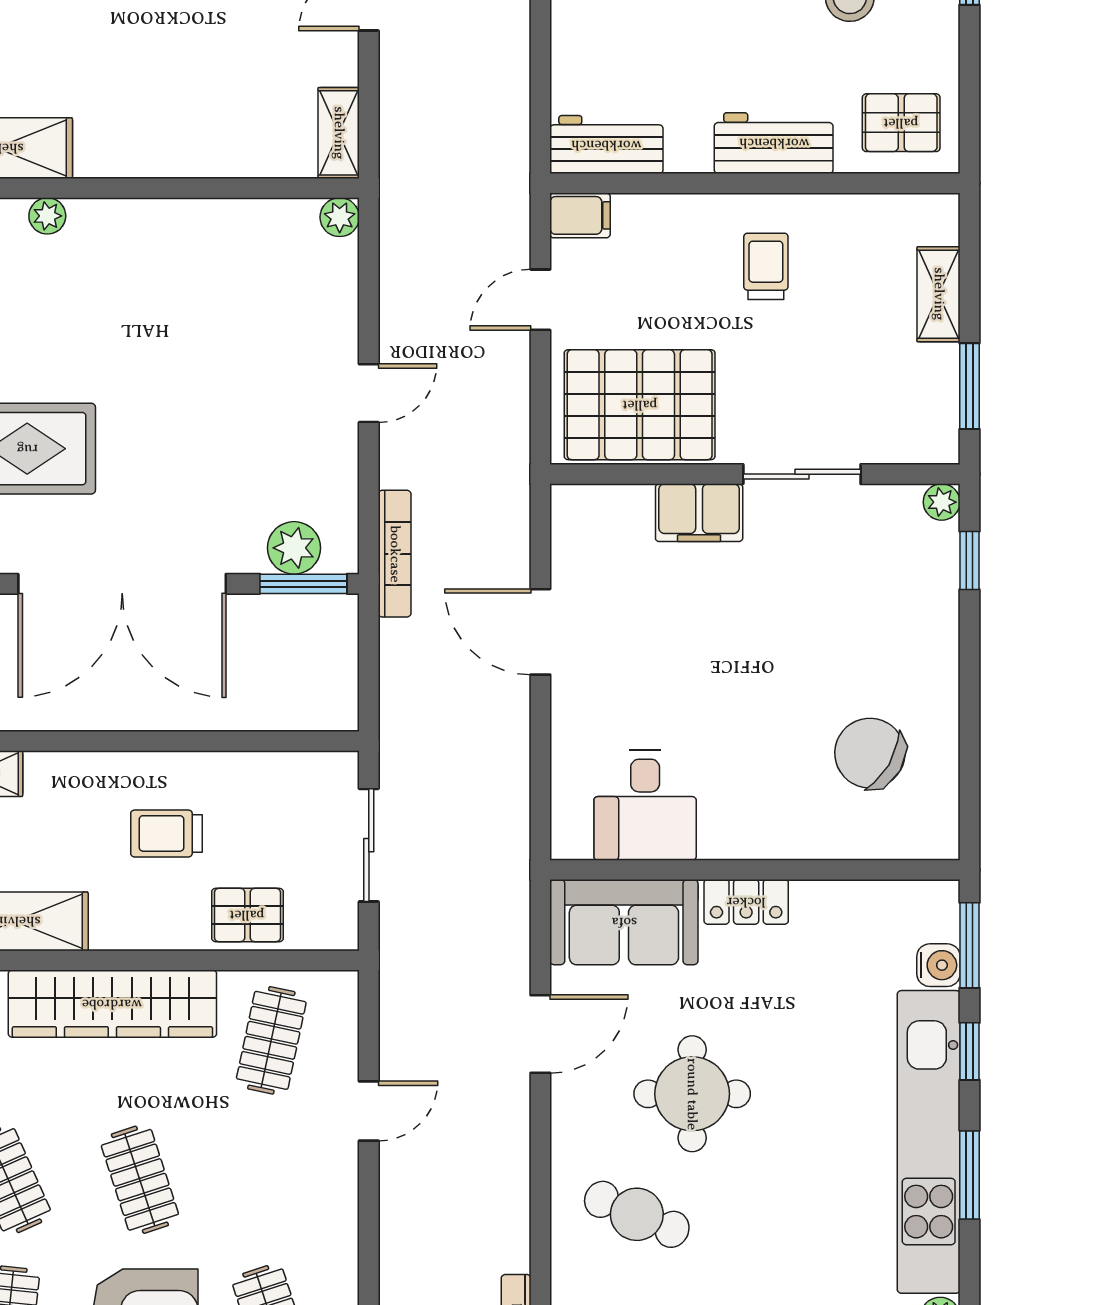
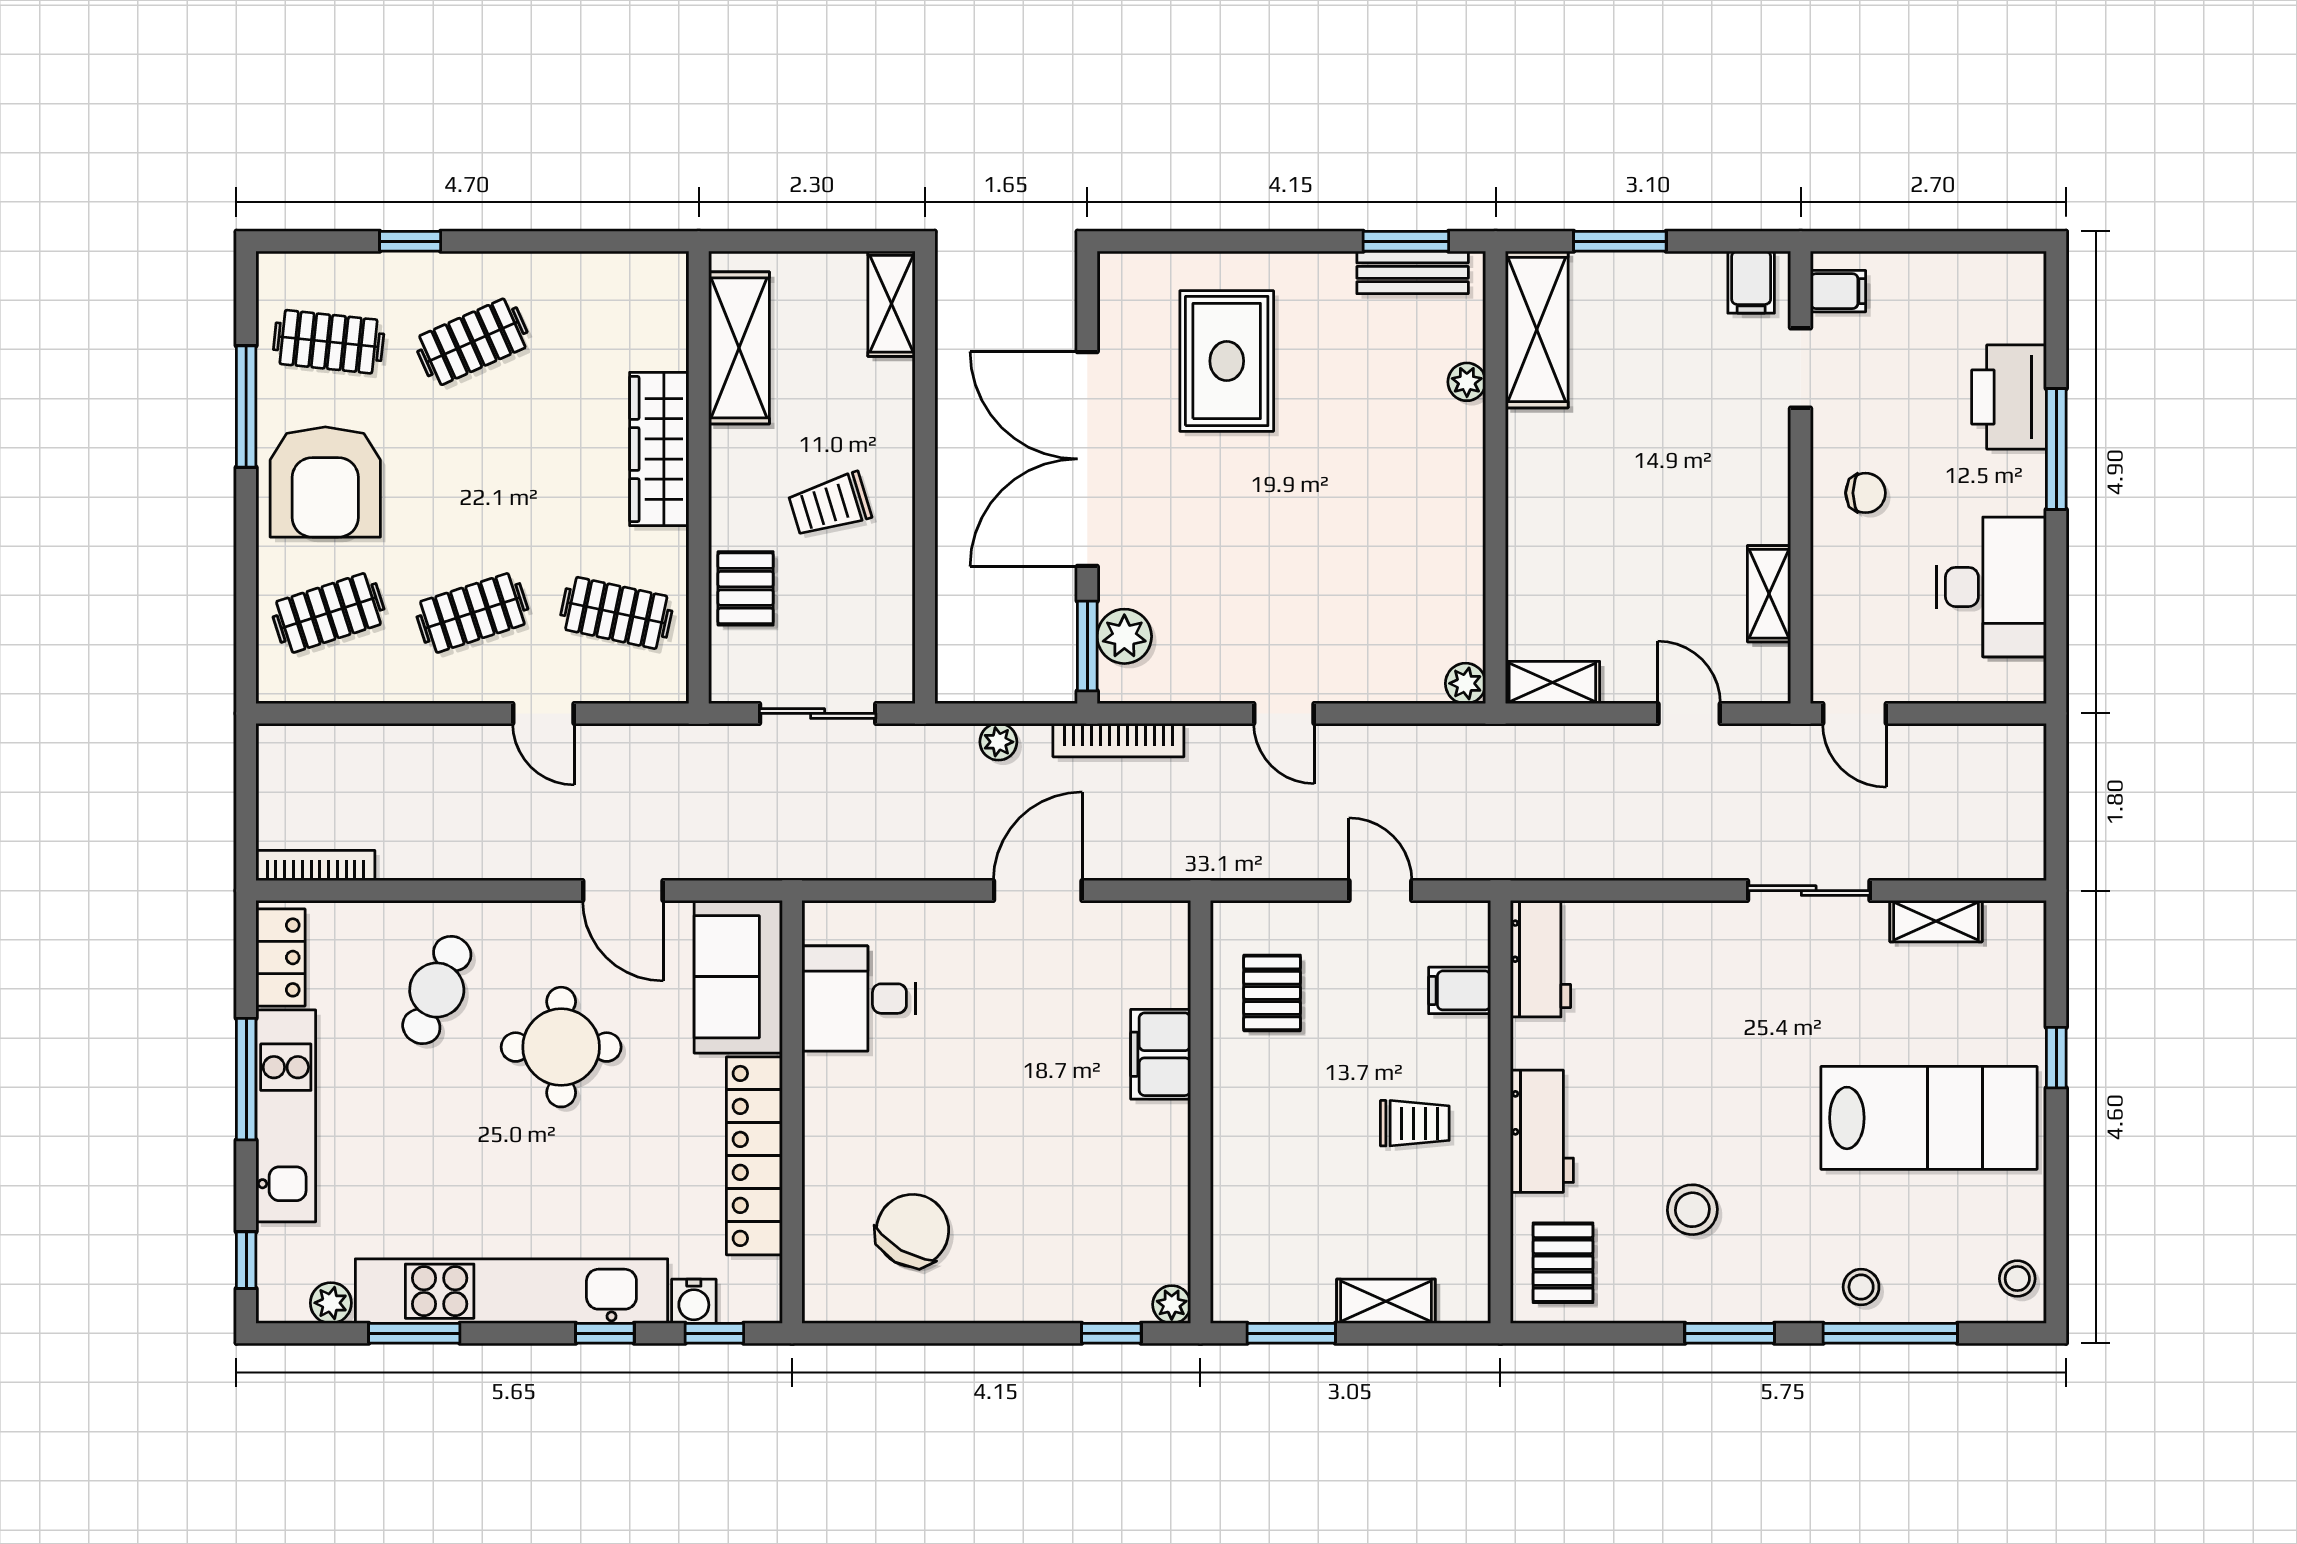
filing cabinet: (580, 215) -> (1460, 990), moved, turned 90
pallet: (640, 405) -> (1272, 993), width x0.49, depth x0.50
sliding door: (802, 474) -> (1200, 1160), removed
plant: (396, 670) -> (998, 742), added
trolley: (166, 833) -> (830, 505), turned -107
locker: (746, 902) -> (754, 1156), width x2.16, depth x1.21
window: (970, 945) -> (714, 1333), width x0.67
wardrobe: (112, 1004) -> (659, 449), width x0.71, depth x0.85
window: (970, 1175) -> (414, 1333), moved
clothes rail: (140, 1180) -> (472, 613), moved

